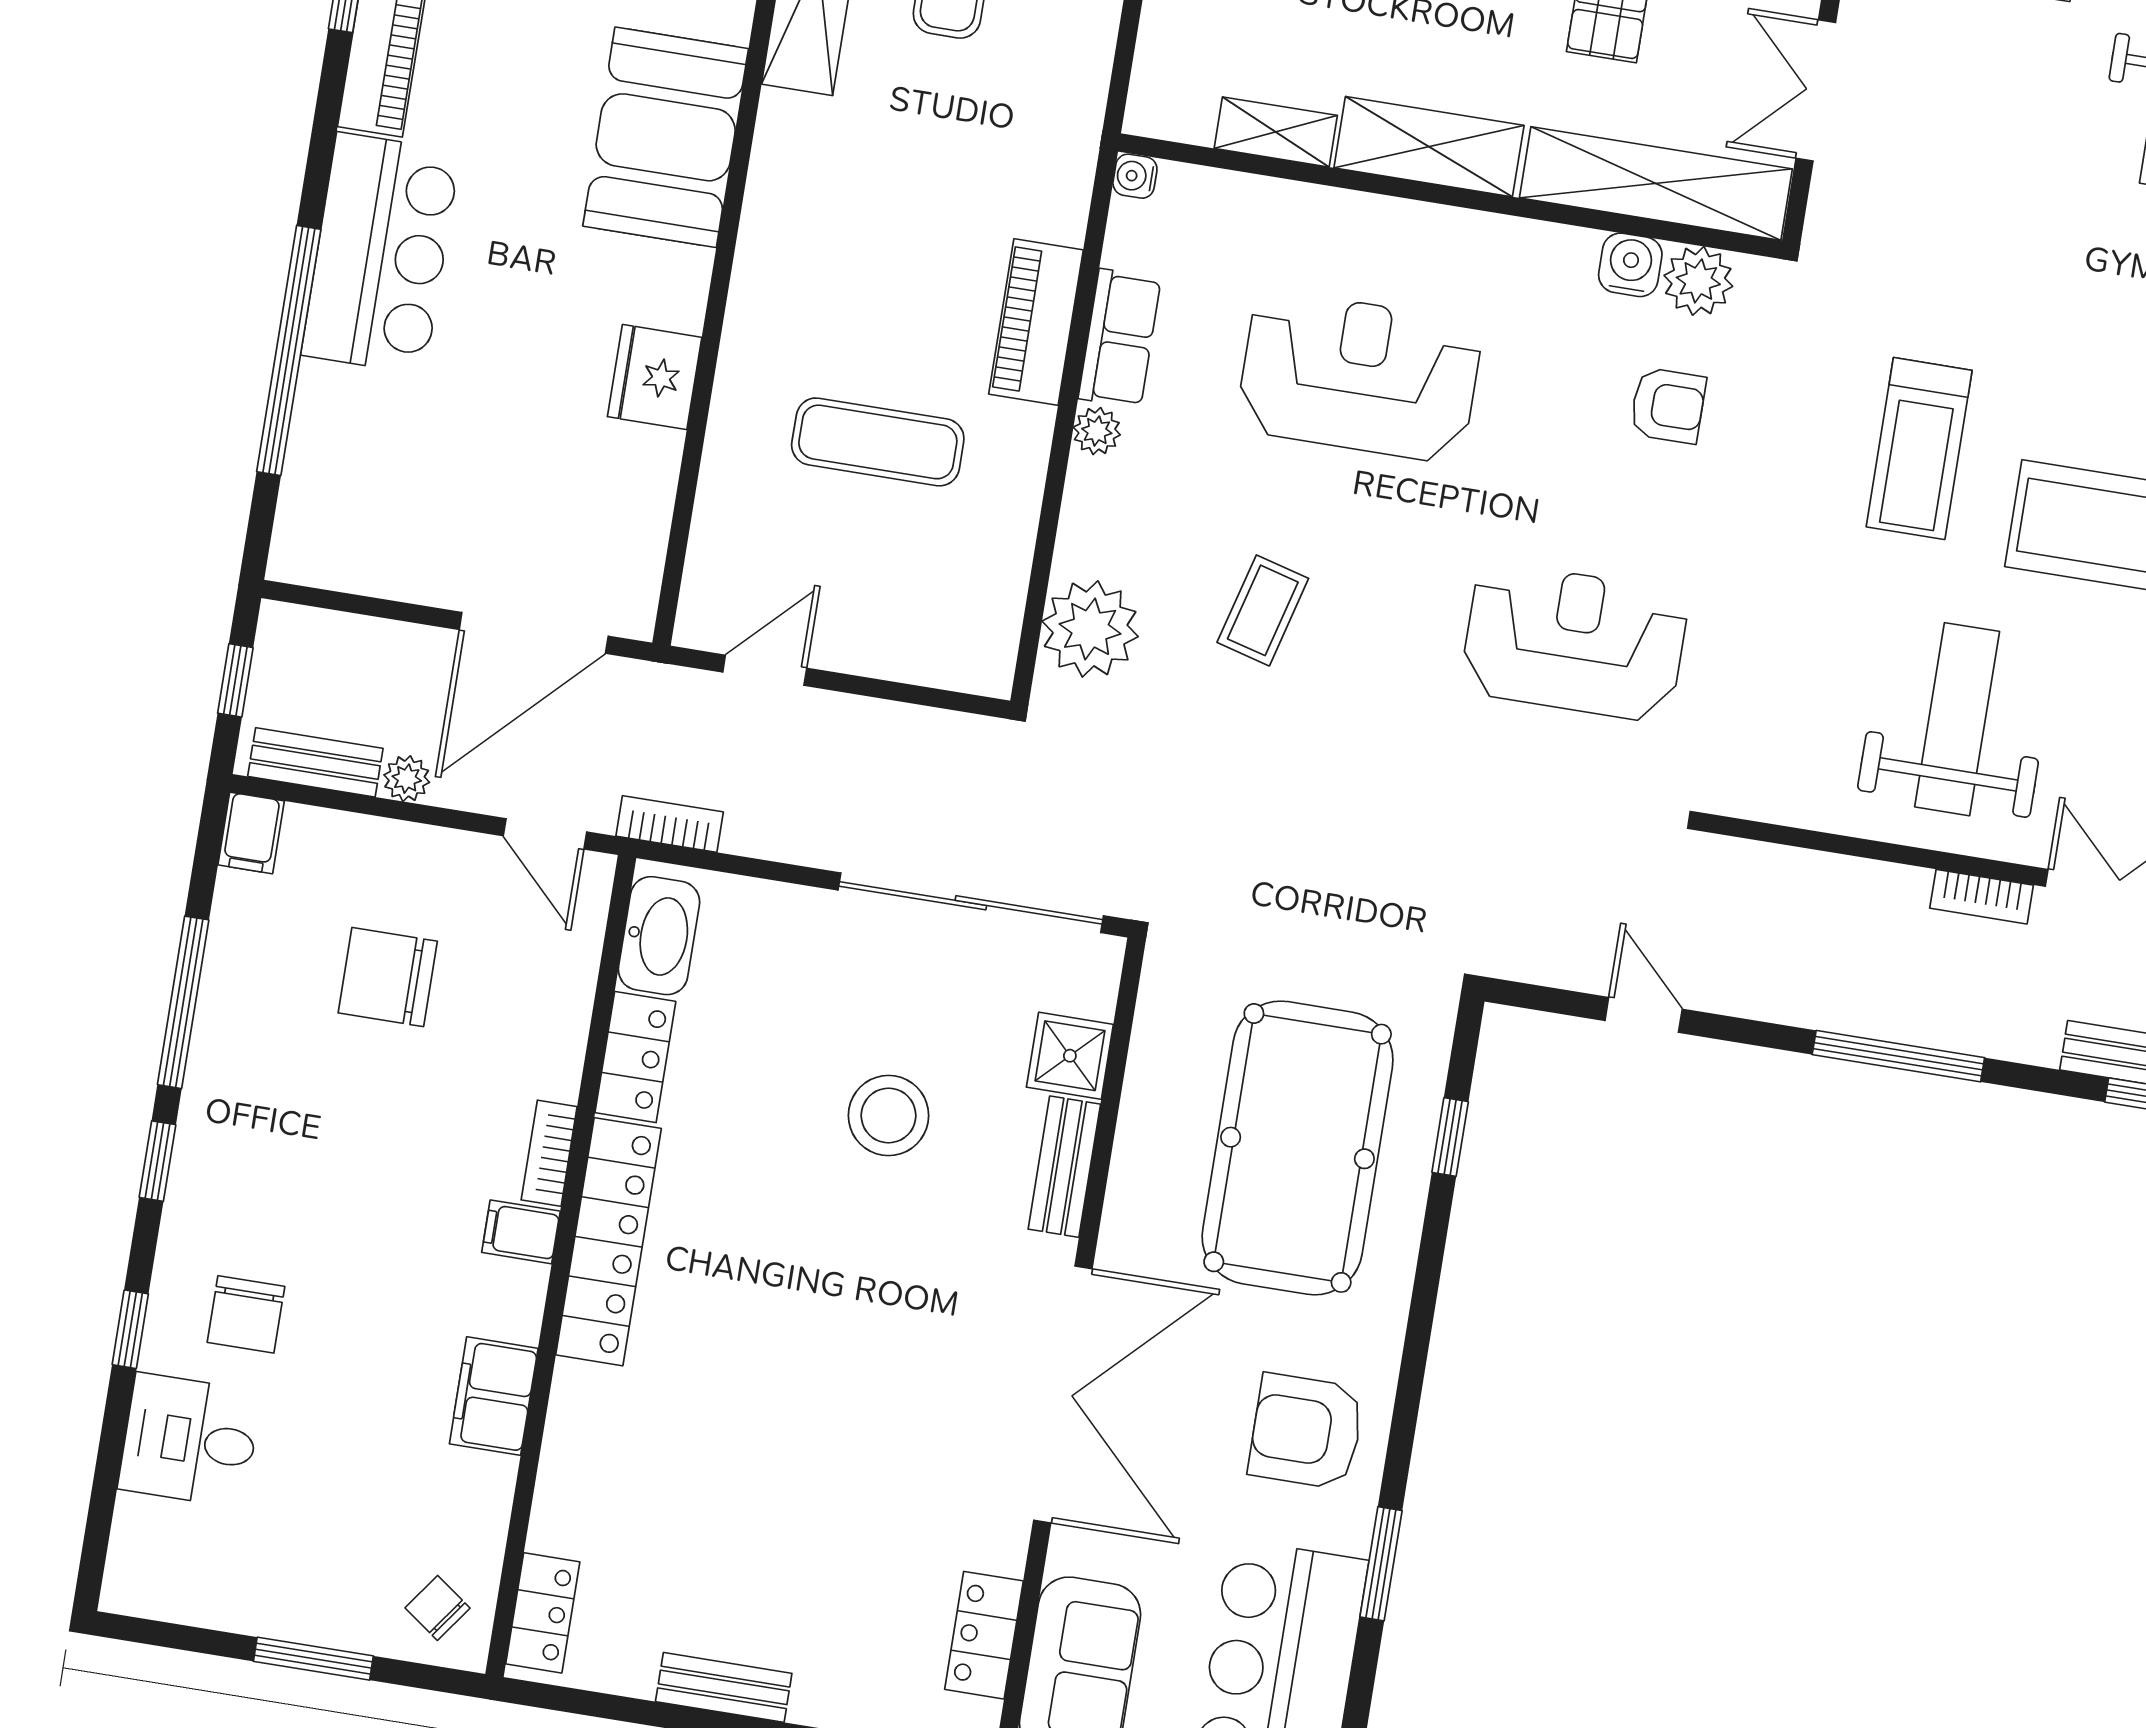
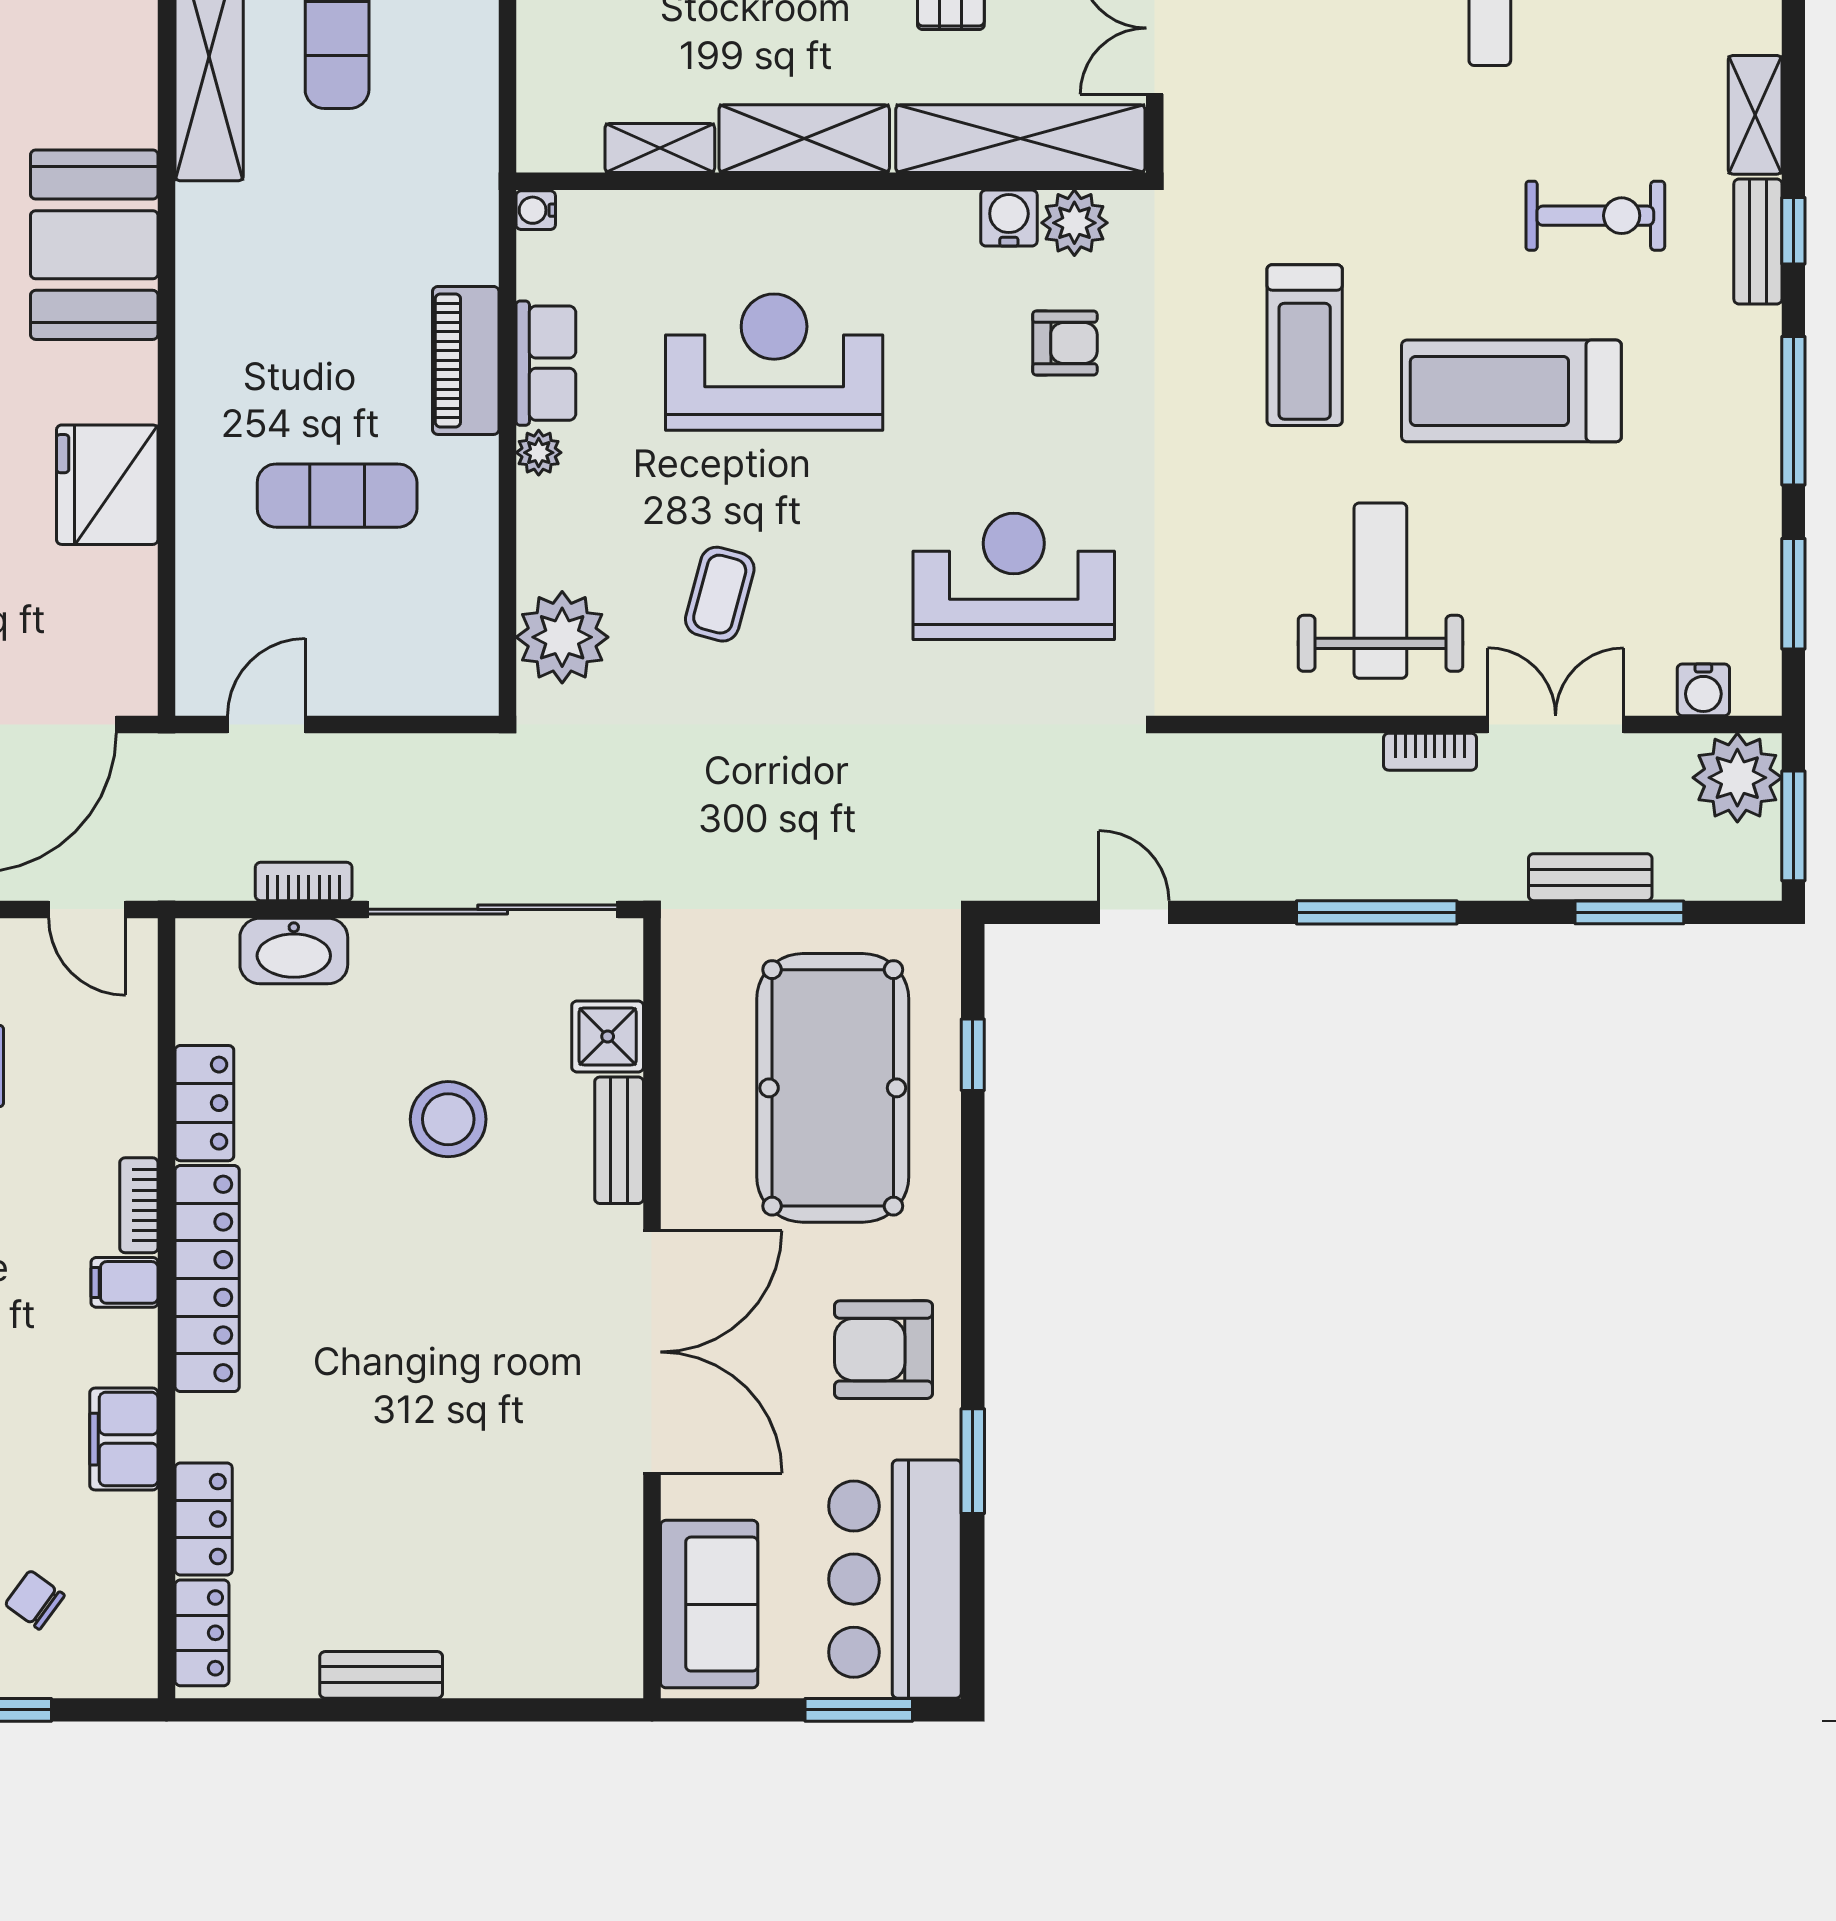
fridge: (655, 377) -> (107, 485), width x1.36, depth x1.34
bookcase: (670, 824) -> (304, 882), moved
washbasin: (659, 936) -> (294, 951), moved, turned 90
chair: (438, 1608) -> (35, 1600), moved
locker: (984, 1635) -> (204, 1519), moved, turned 180

